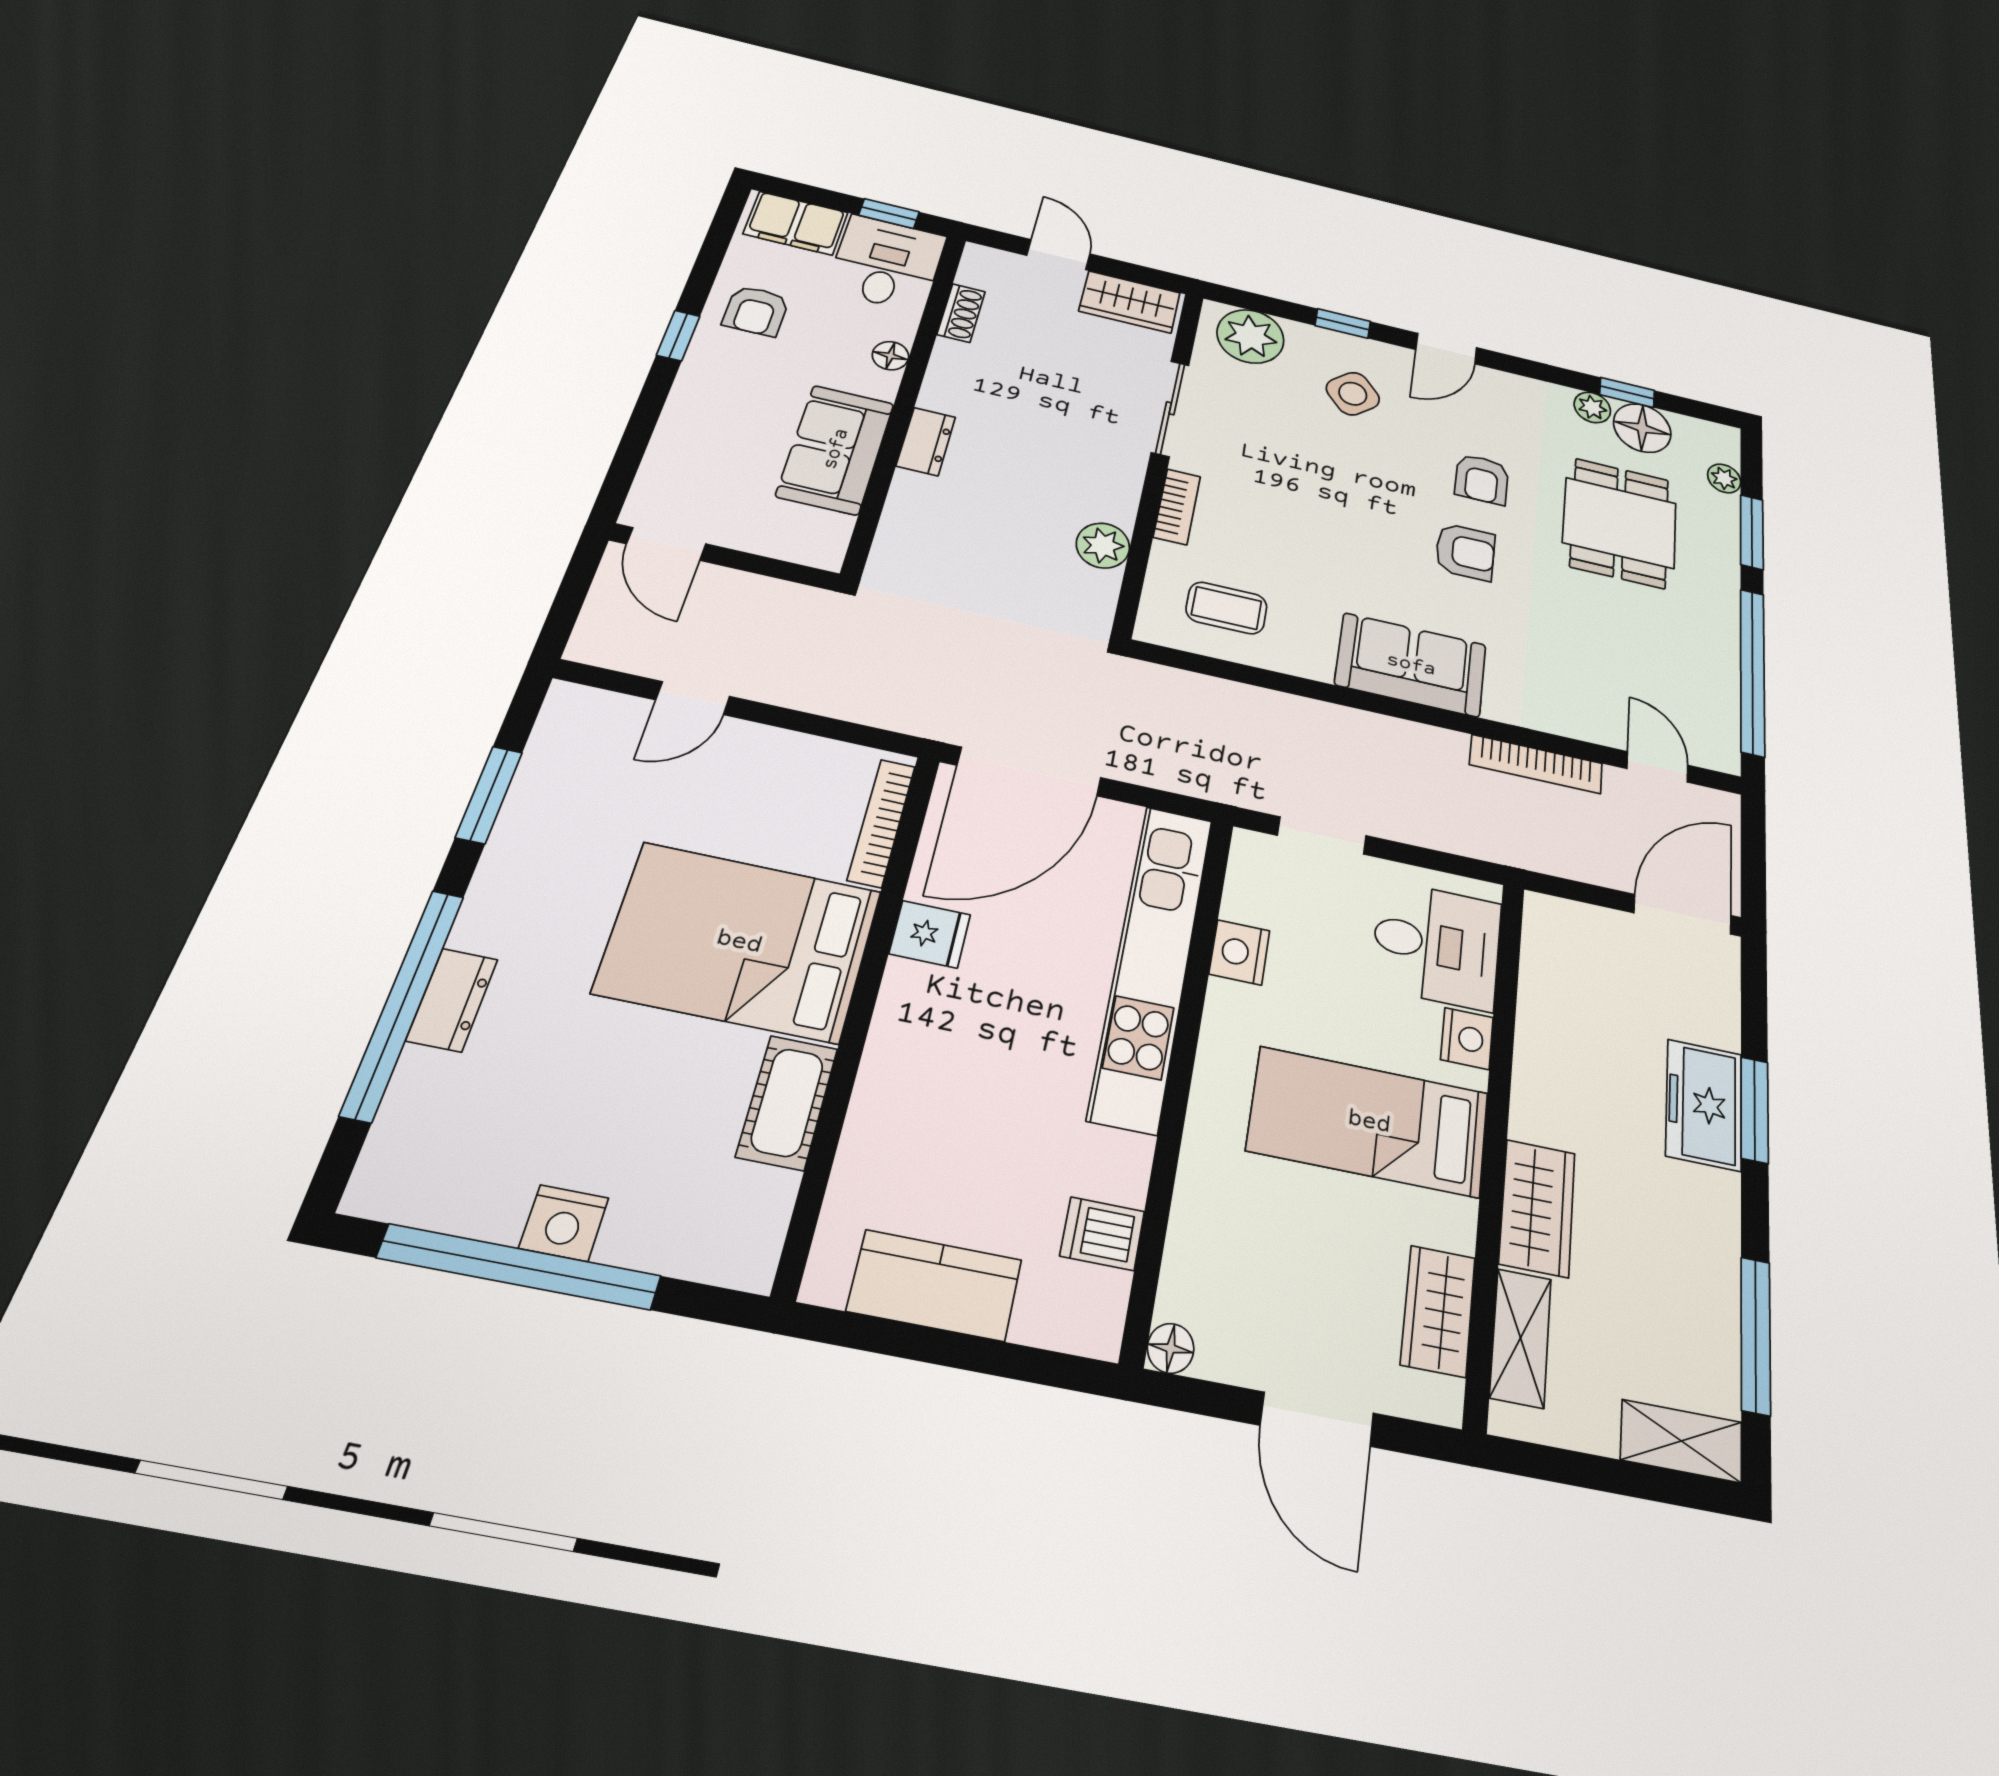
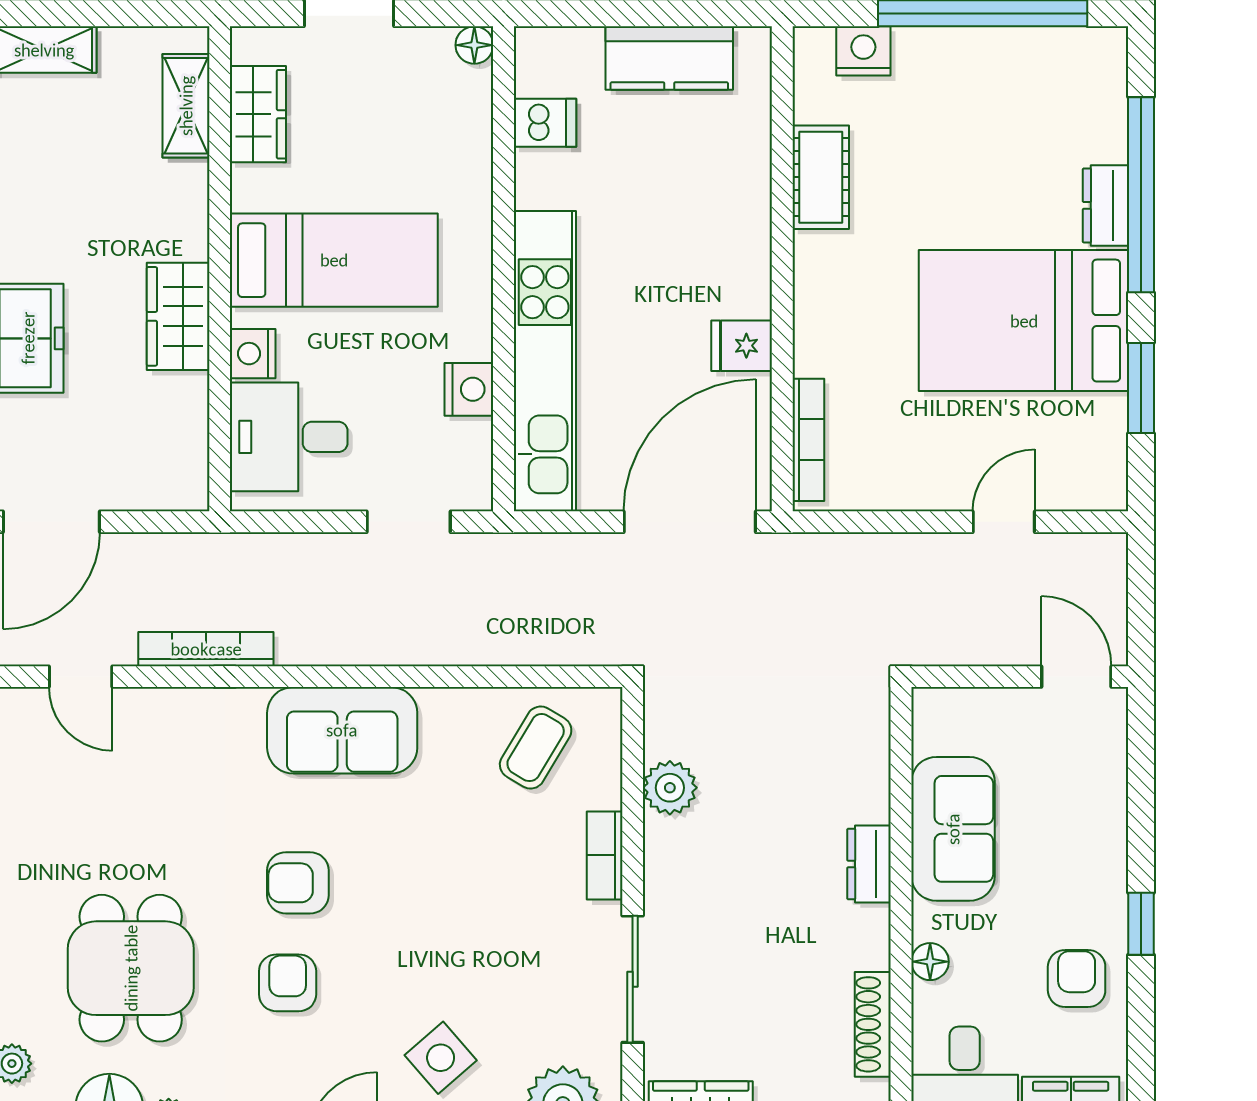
shoe rack: (961, 313) -> (873, 1024), width x1.43
coffee table: (1226, 608) -> (536, 748), turned -59
bed: (739, 942) -> (1024, 321), moved, turned 180
wardrobe: (1537, 1208) -> (178, 316), moved
nightstand: (564, 1223) -> (863, 51), moved

